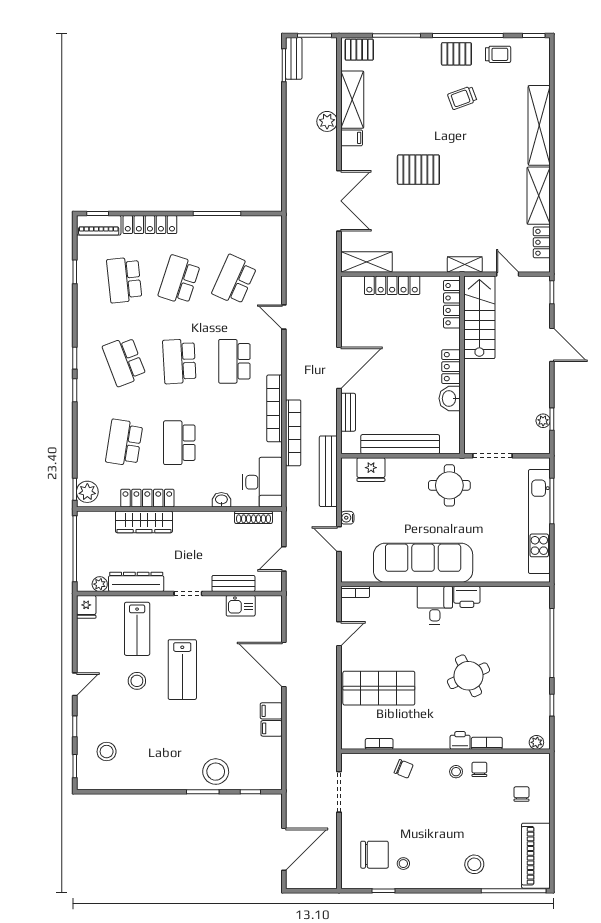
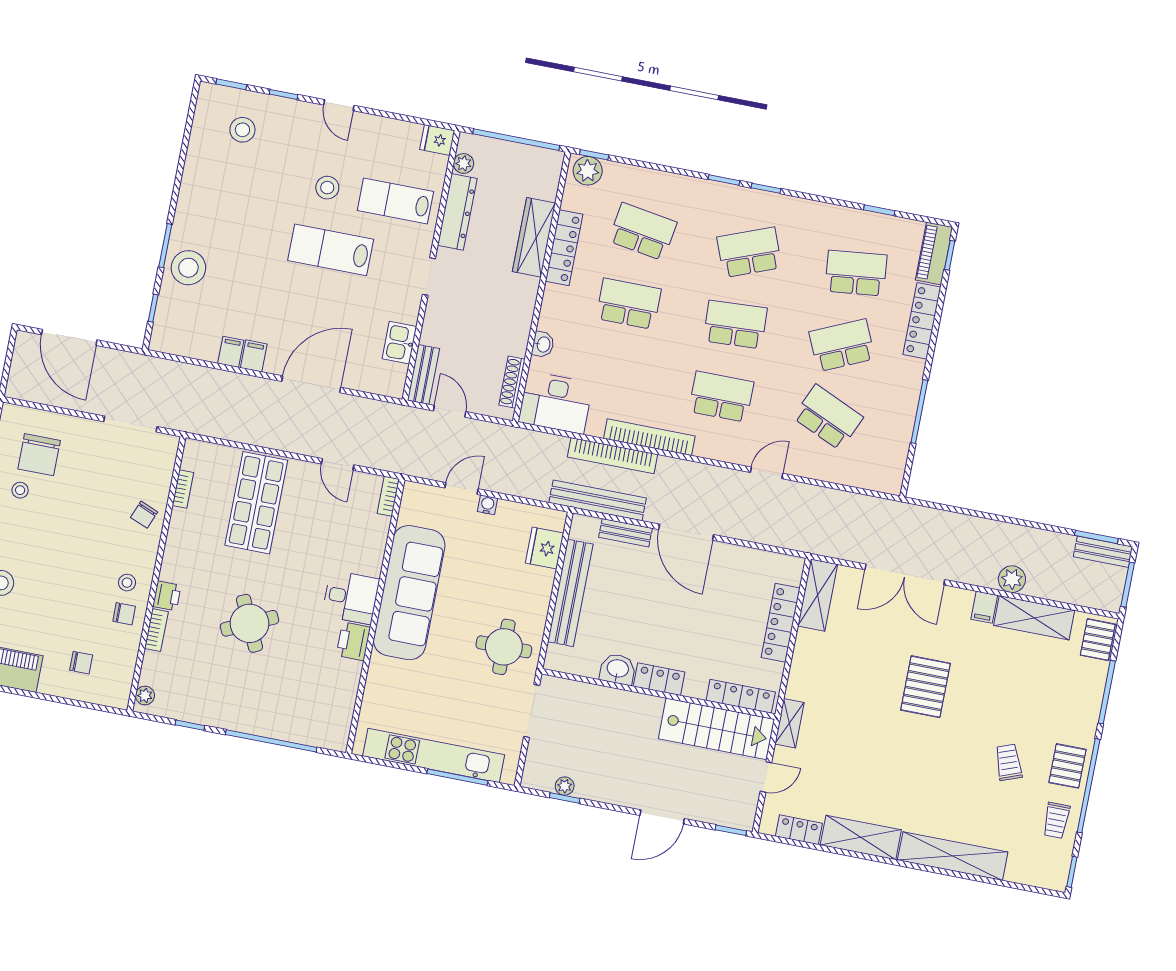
school desk: (179, 280) -> (842, 345), turned -42
bench: (328, 471) -> (598, 500), moved
bench: (233, 583) -> (423, 374), moved

